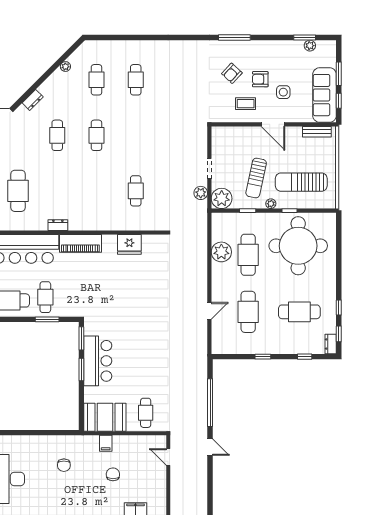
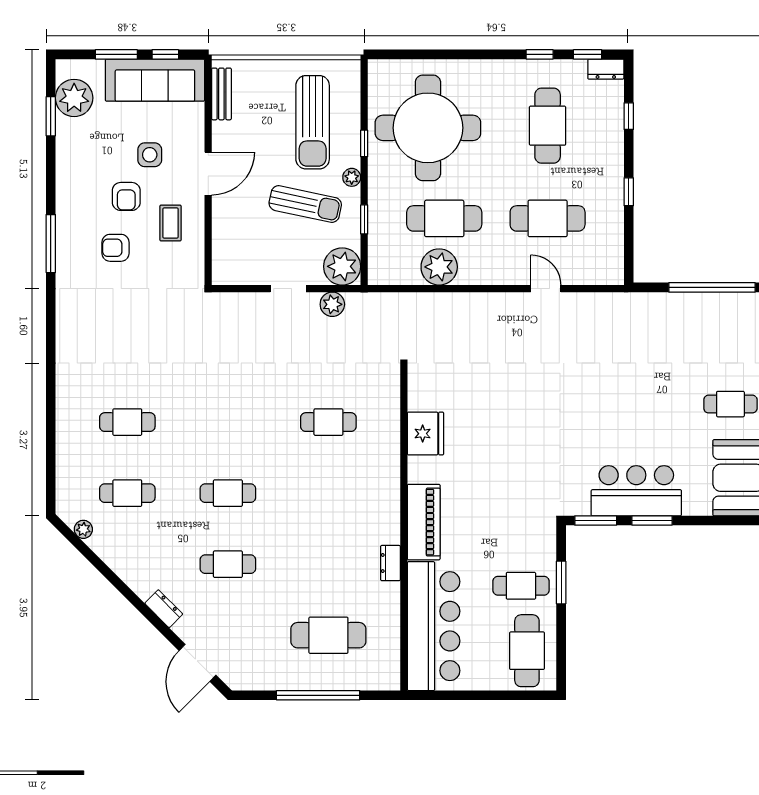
plant: (310, 46) -> (74, 98), width x1.88, depth x1.88
plant: (65, 67) -> (83, 529), moved
armchair: (232, 73) -> (115, 248), turned 137

